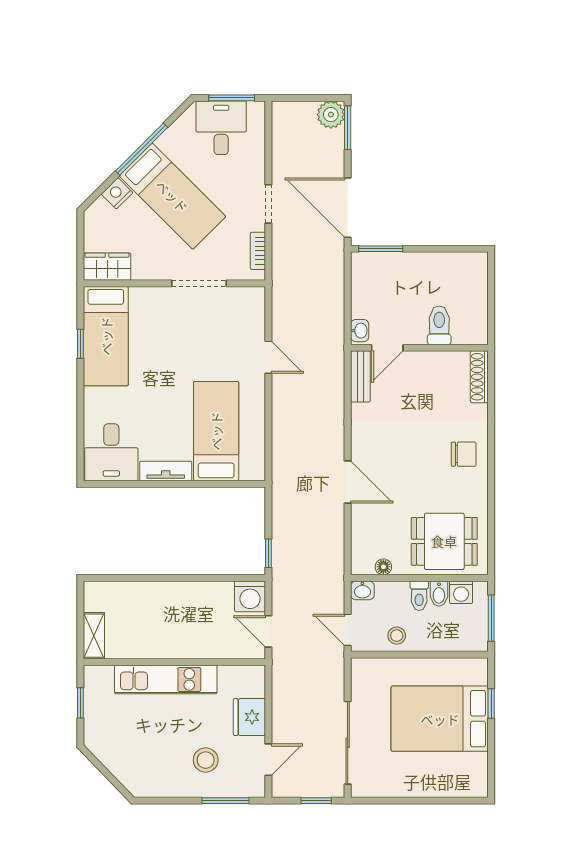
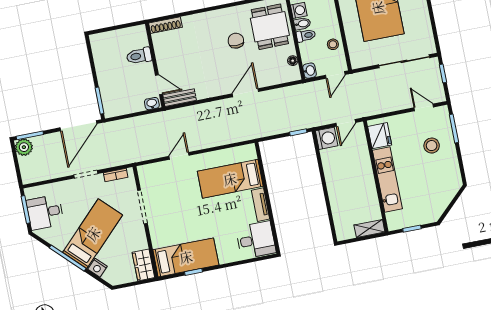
chair: (464, 454) -> (236, 41), moved
fridge: (249, 717) -> (380, 136), moved, turned -90

